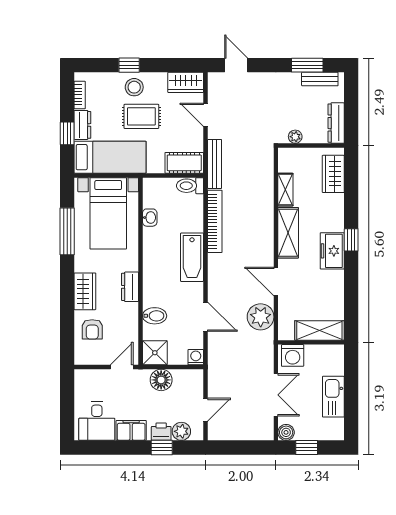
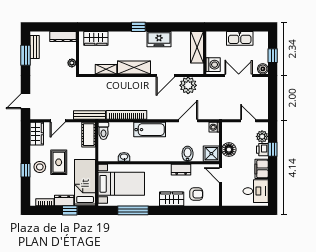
freezer: (332, 251) -> (159, 39), moved
dresser: (130, 287) -> (181, 170), moved

